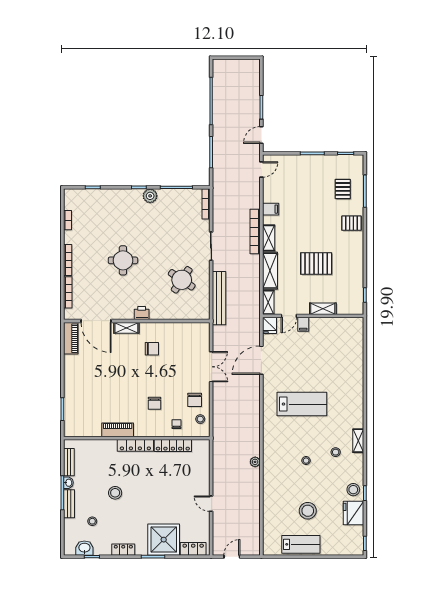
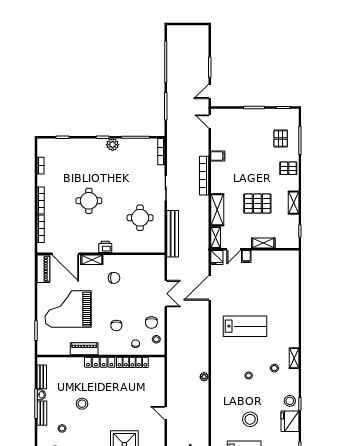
door: (261, 169) -> (210, 121), swing flipped
shelving: (269, 238) -> (294, 203), moved
round table: (182, 280) -> (140, 218), turned -34
grand piano: (99, 384) -> (68, 309), added

